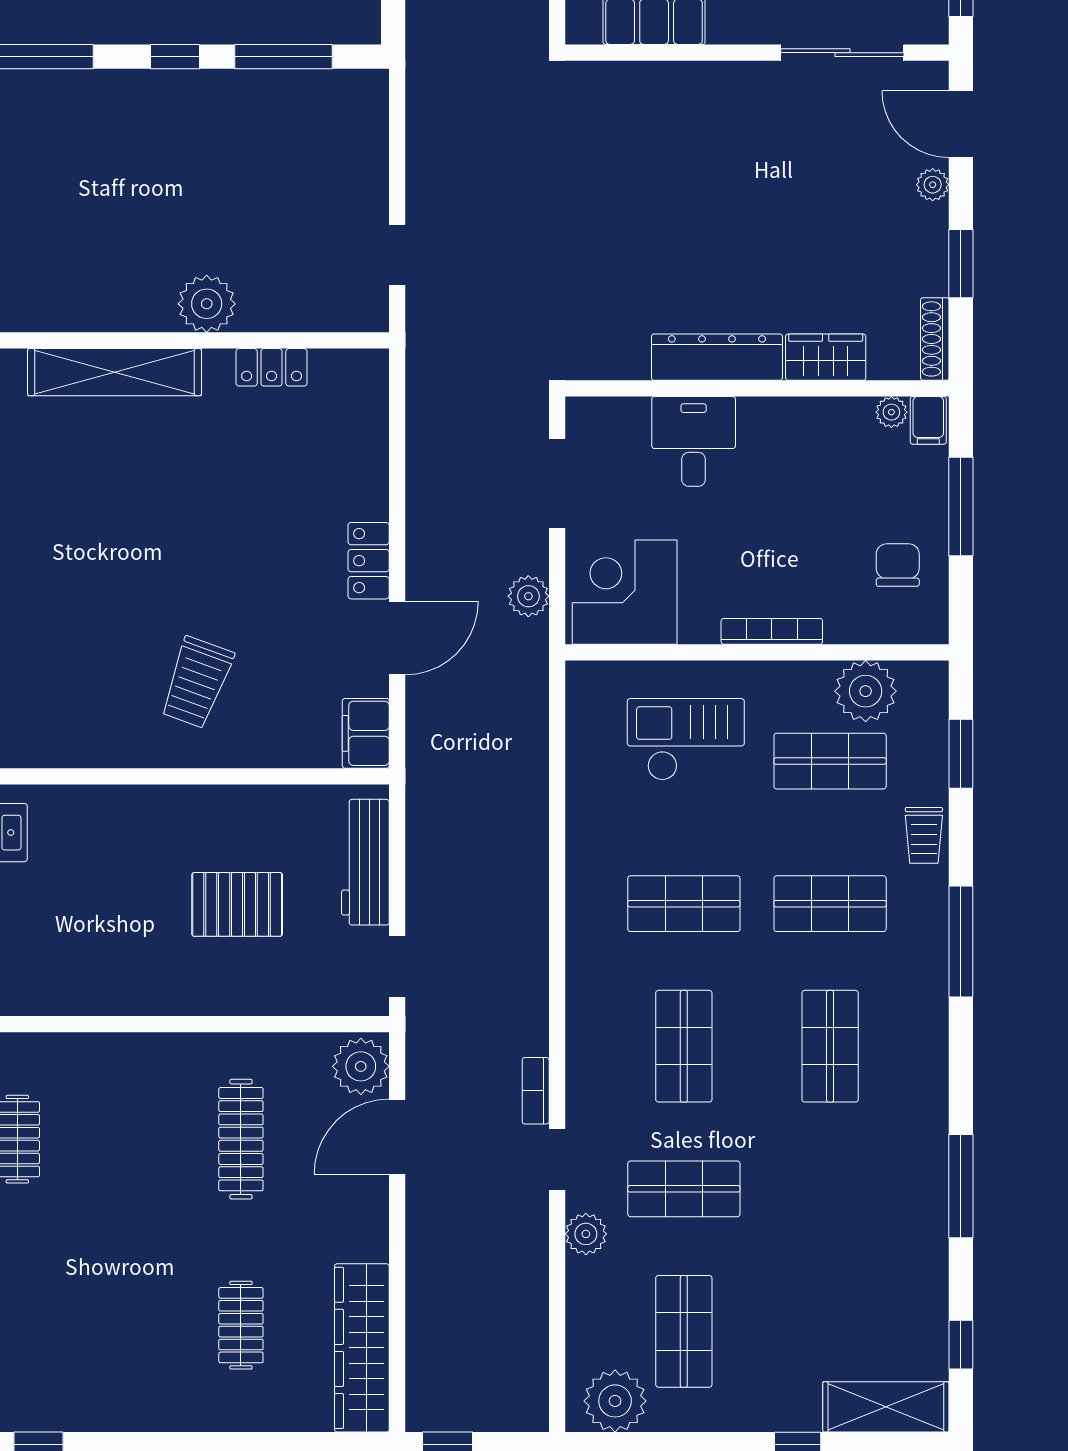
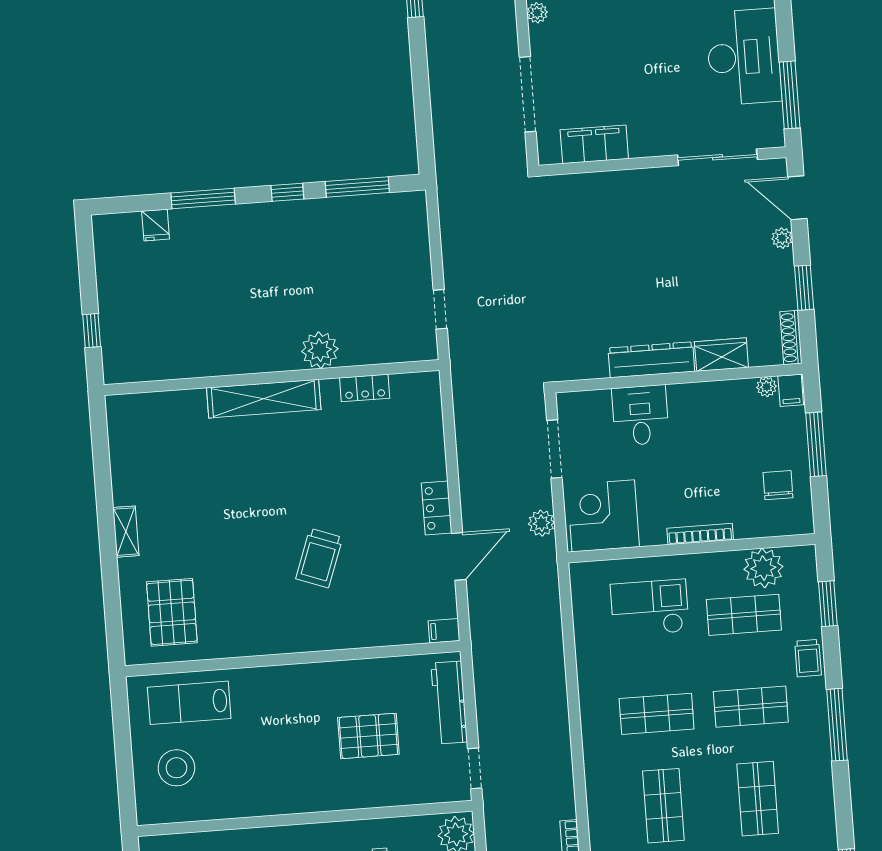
trolley: (197, 682) -> (319, 558), moved
filing cabinet: (366, 733) -> (444, 631), width x0.50

